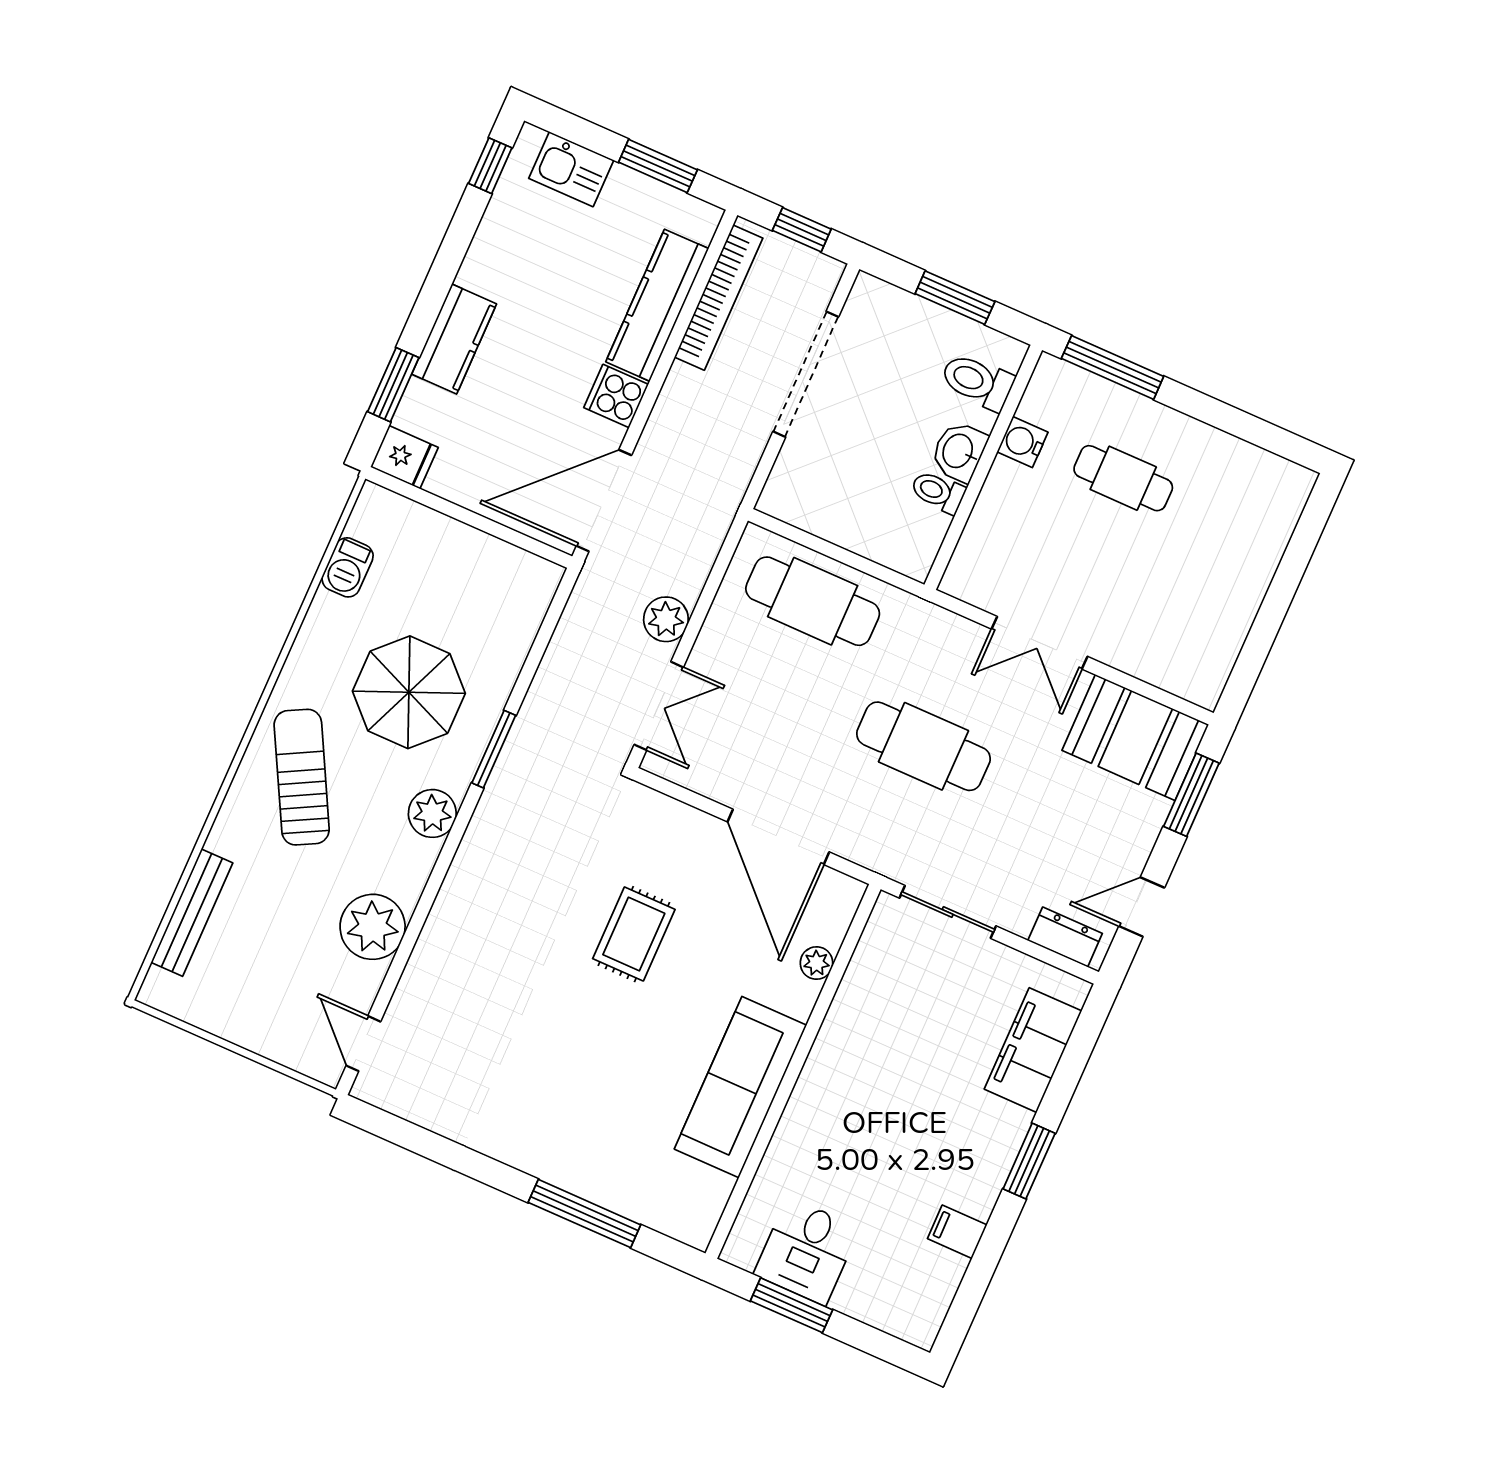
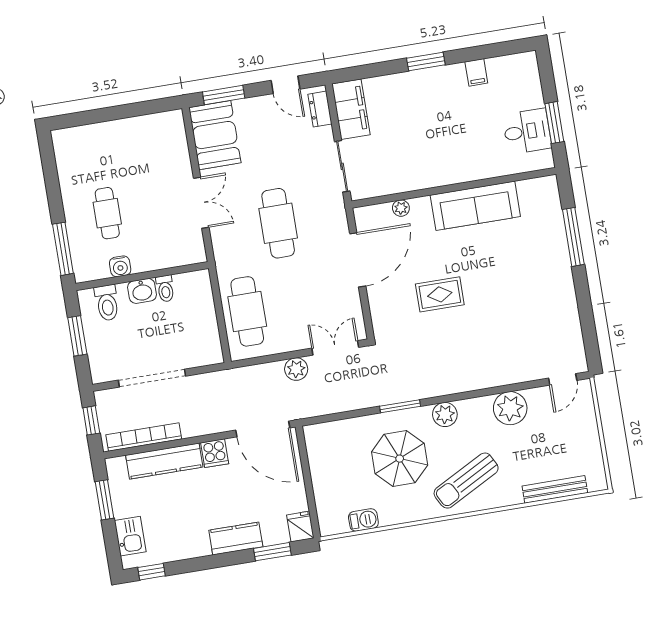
filing cabinet: (1033, 1050) -> (351, 109), moved, turned -90

